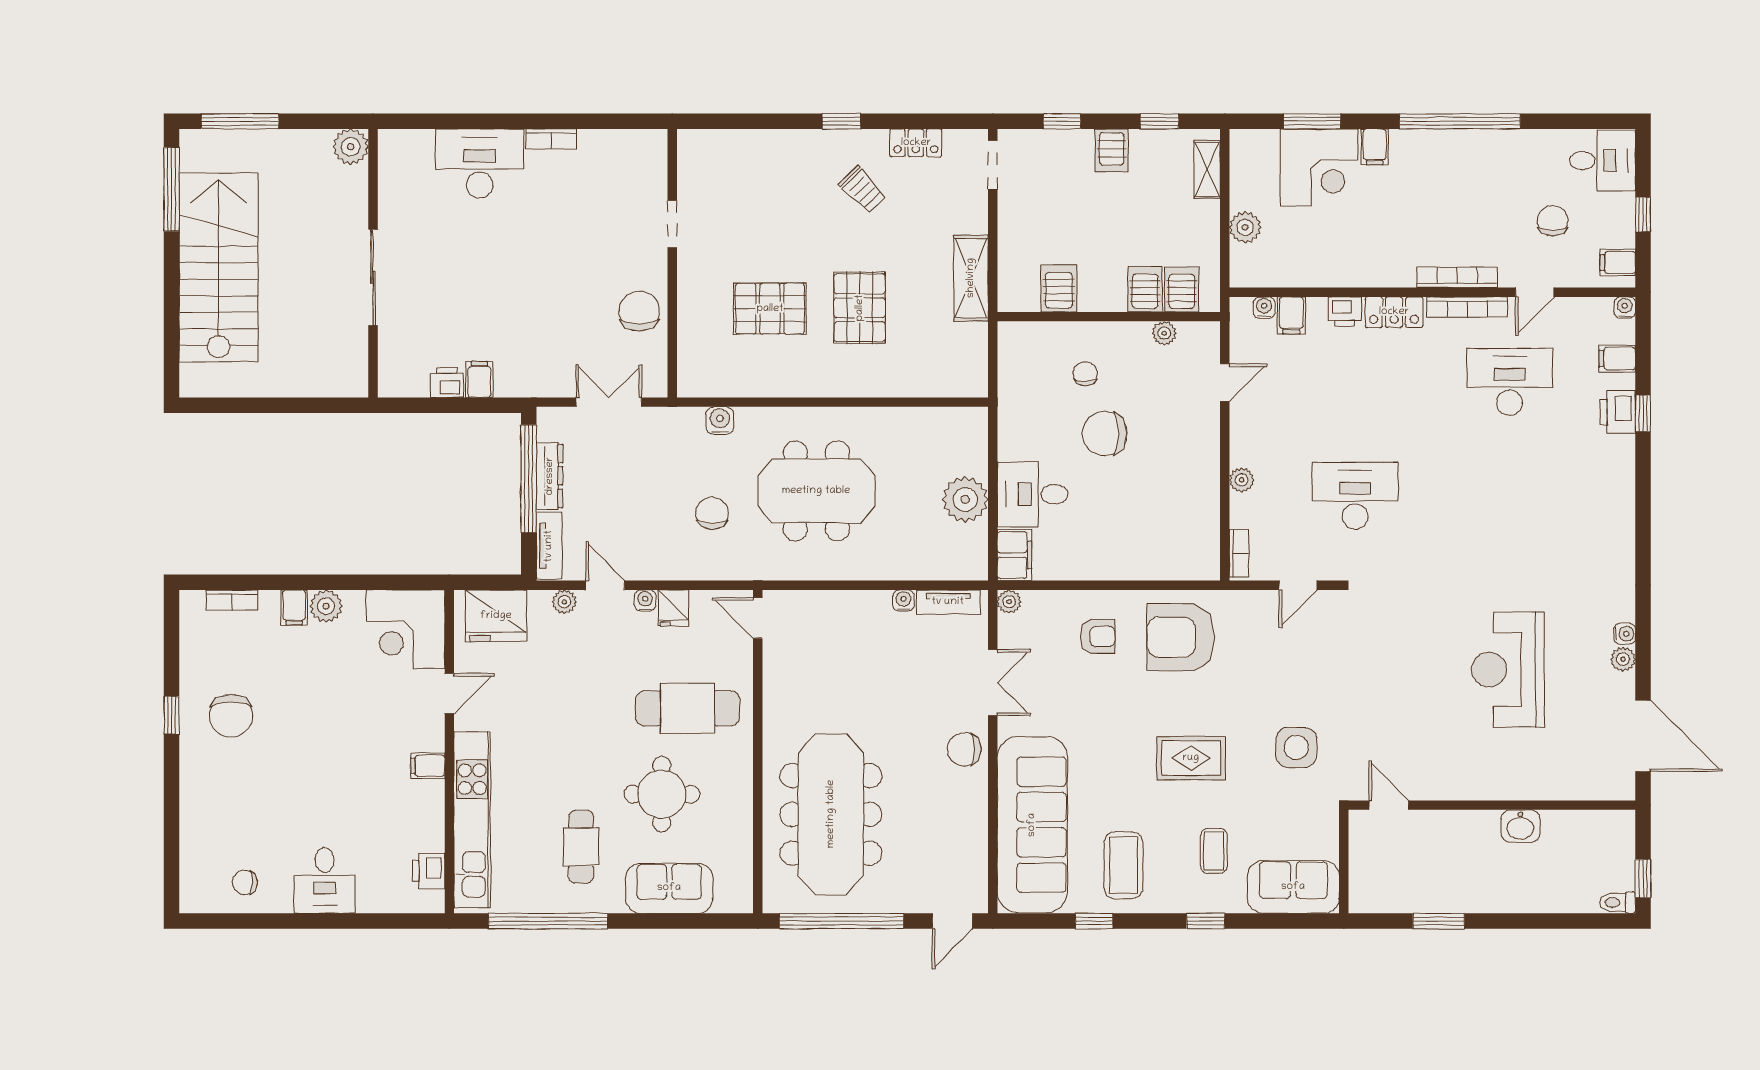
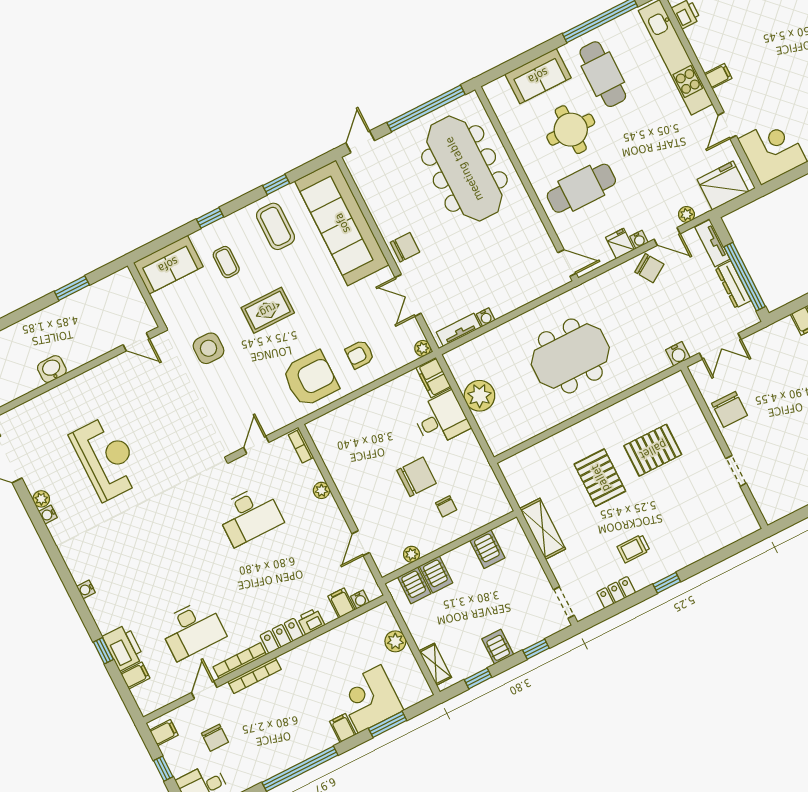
trolley: (863, 190) -> (634, 549), turned -46
water cooler: (1625, 307) -> (86, 589), moved, turned 90
printer: (1618, 412) -> (123, 648), width x1.37, depth x1.19
water cooler: (720, 421) -> (678, 354), moved
chair: (712, 513) -> (649, 268), moved, turned -33
cafe table: (581, 847) -> (603, 74), width x1.37, depth x1.35

